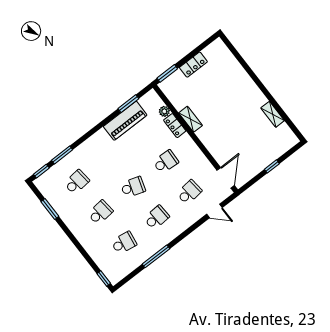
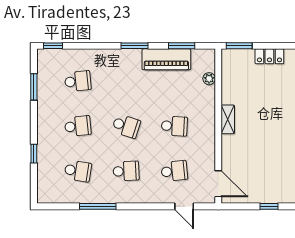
shelving: (191, 119) -> (228, 119), moved
locker: (175, 126) -> (209, 99), removed
window: (62, 155) -> (134, 46), moved
door: (226, 178) -> (218, 184), hinge flipped
window: (104, 278) -> (34, 154), moved

